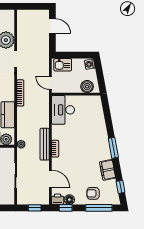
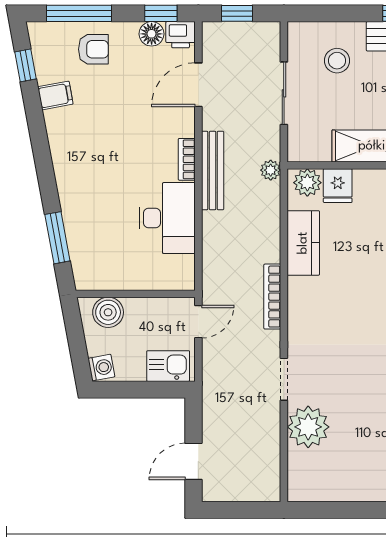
door: (52, 26) -> (193, 461), hinge flipped
door: (50, 83) -> (198, 322), hinge flipped
desk: (63, 110) -> (167, 218), moved
window: (113, 148) -> (57, 238), moved
filing cabinet: (108, 170) -> (55, 95), width x0.50
door: (50, 179) -> (198, 85), hinge flipped

